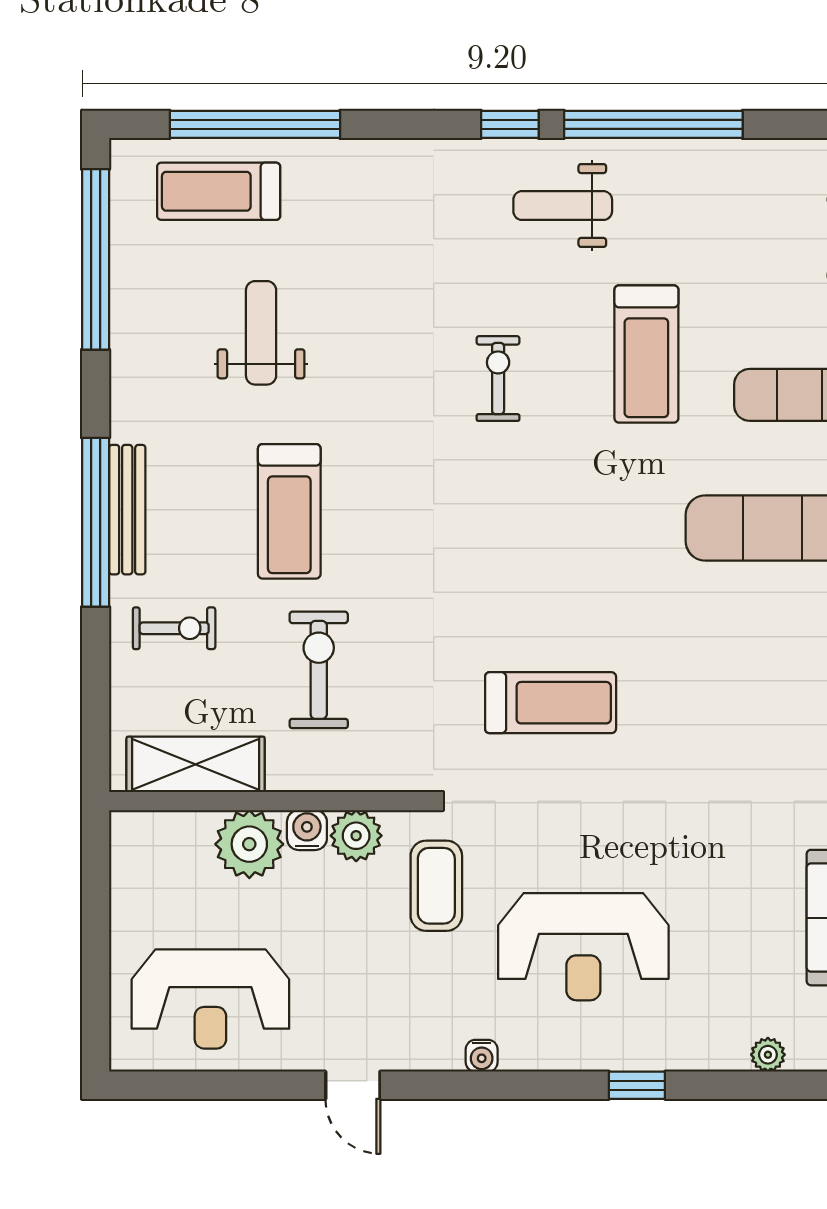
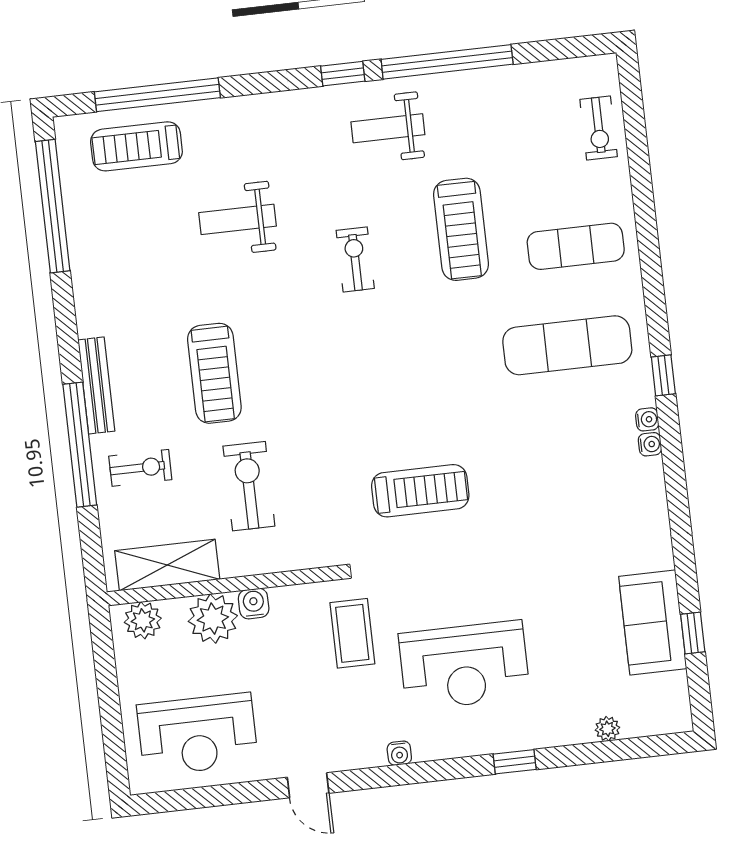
weight bench: (261, 333) -> (238, 219), moved, turned -90
window: (96, 522) -> (80, 445), moved
plant: (356, 836) -> (143, 620), moved

